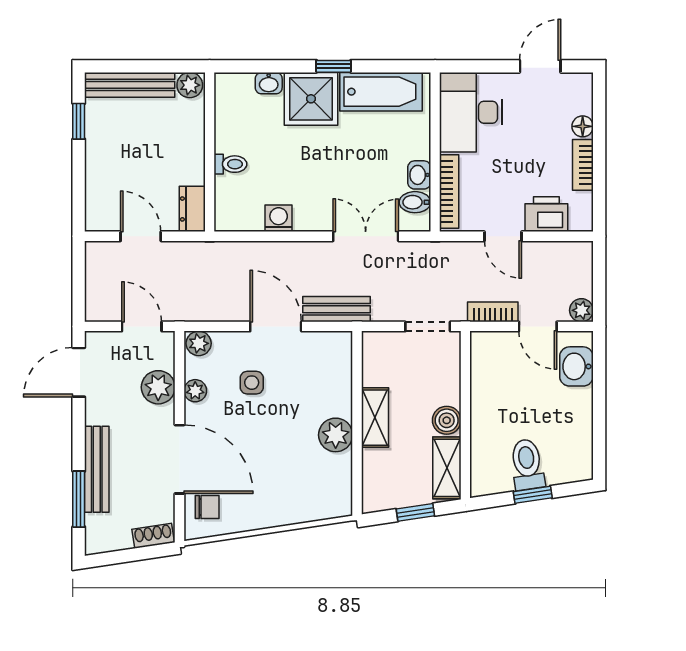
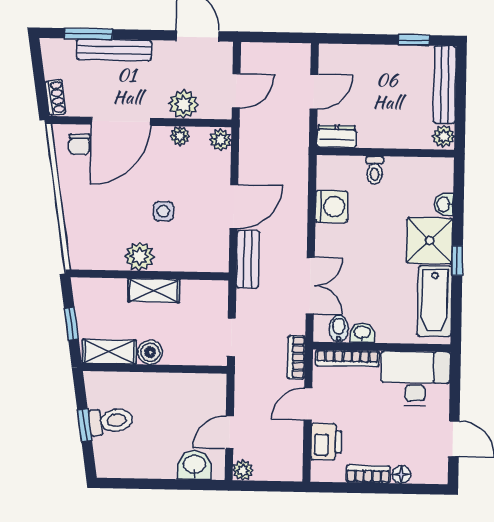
washing machine: (279, 218) -> (332, 206), width x1.38, depth x1.38
bookcase: (493, 312) -> (296, 357), moved, turned 180
side table: (252, 383) -> (163, 211), moved

